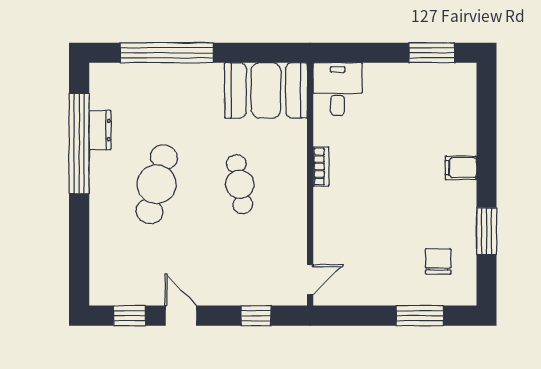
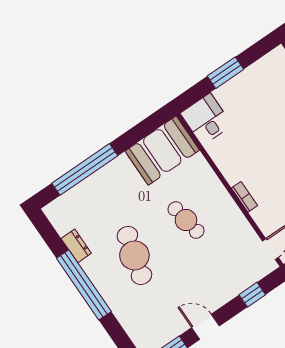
window: (432, 53) -> (225, 73), moved
window: (79, 144) -> (84, 285), moved
bookcase: (321, 167) -> (244, 197), moved

